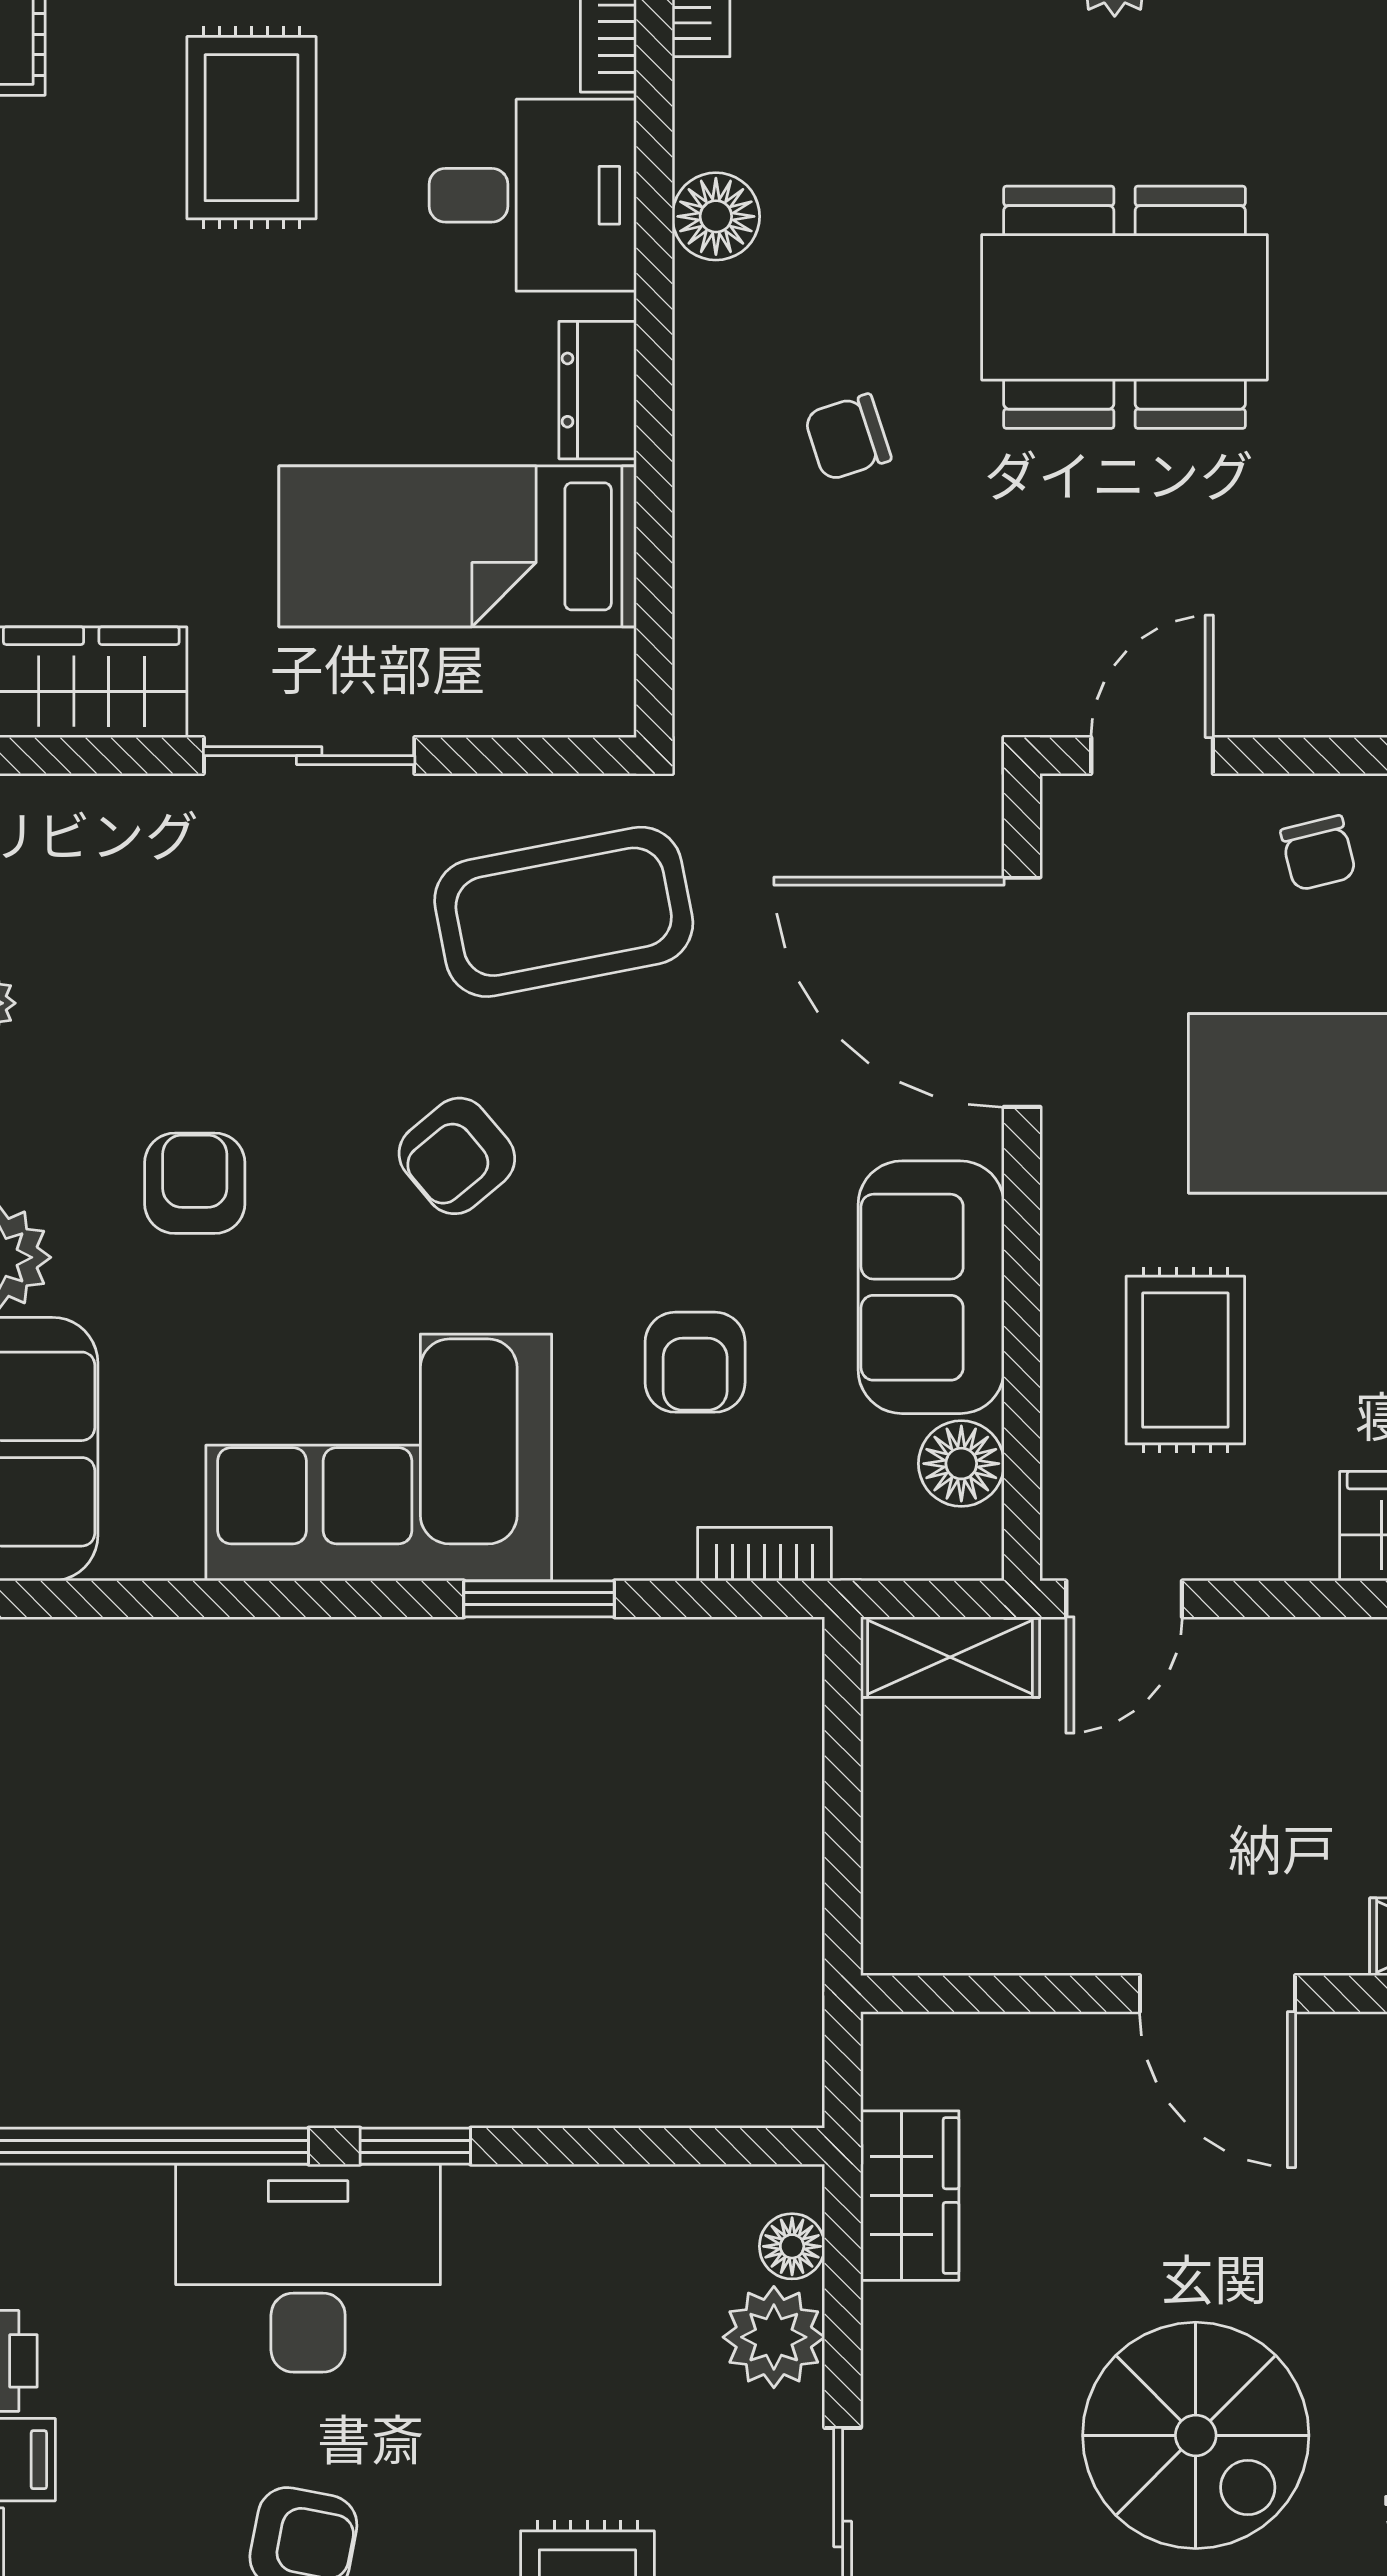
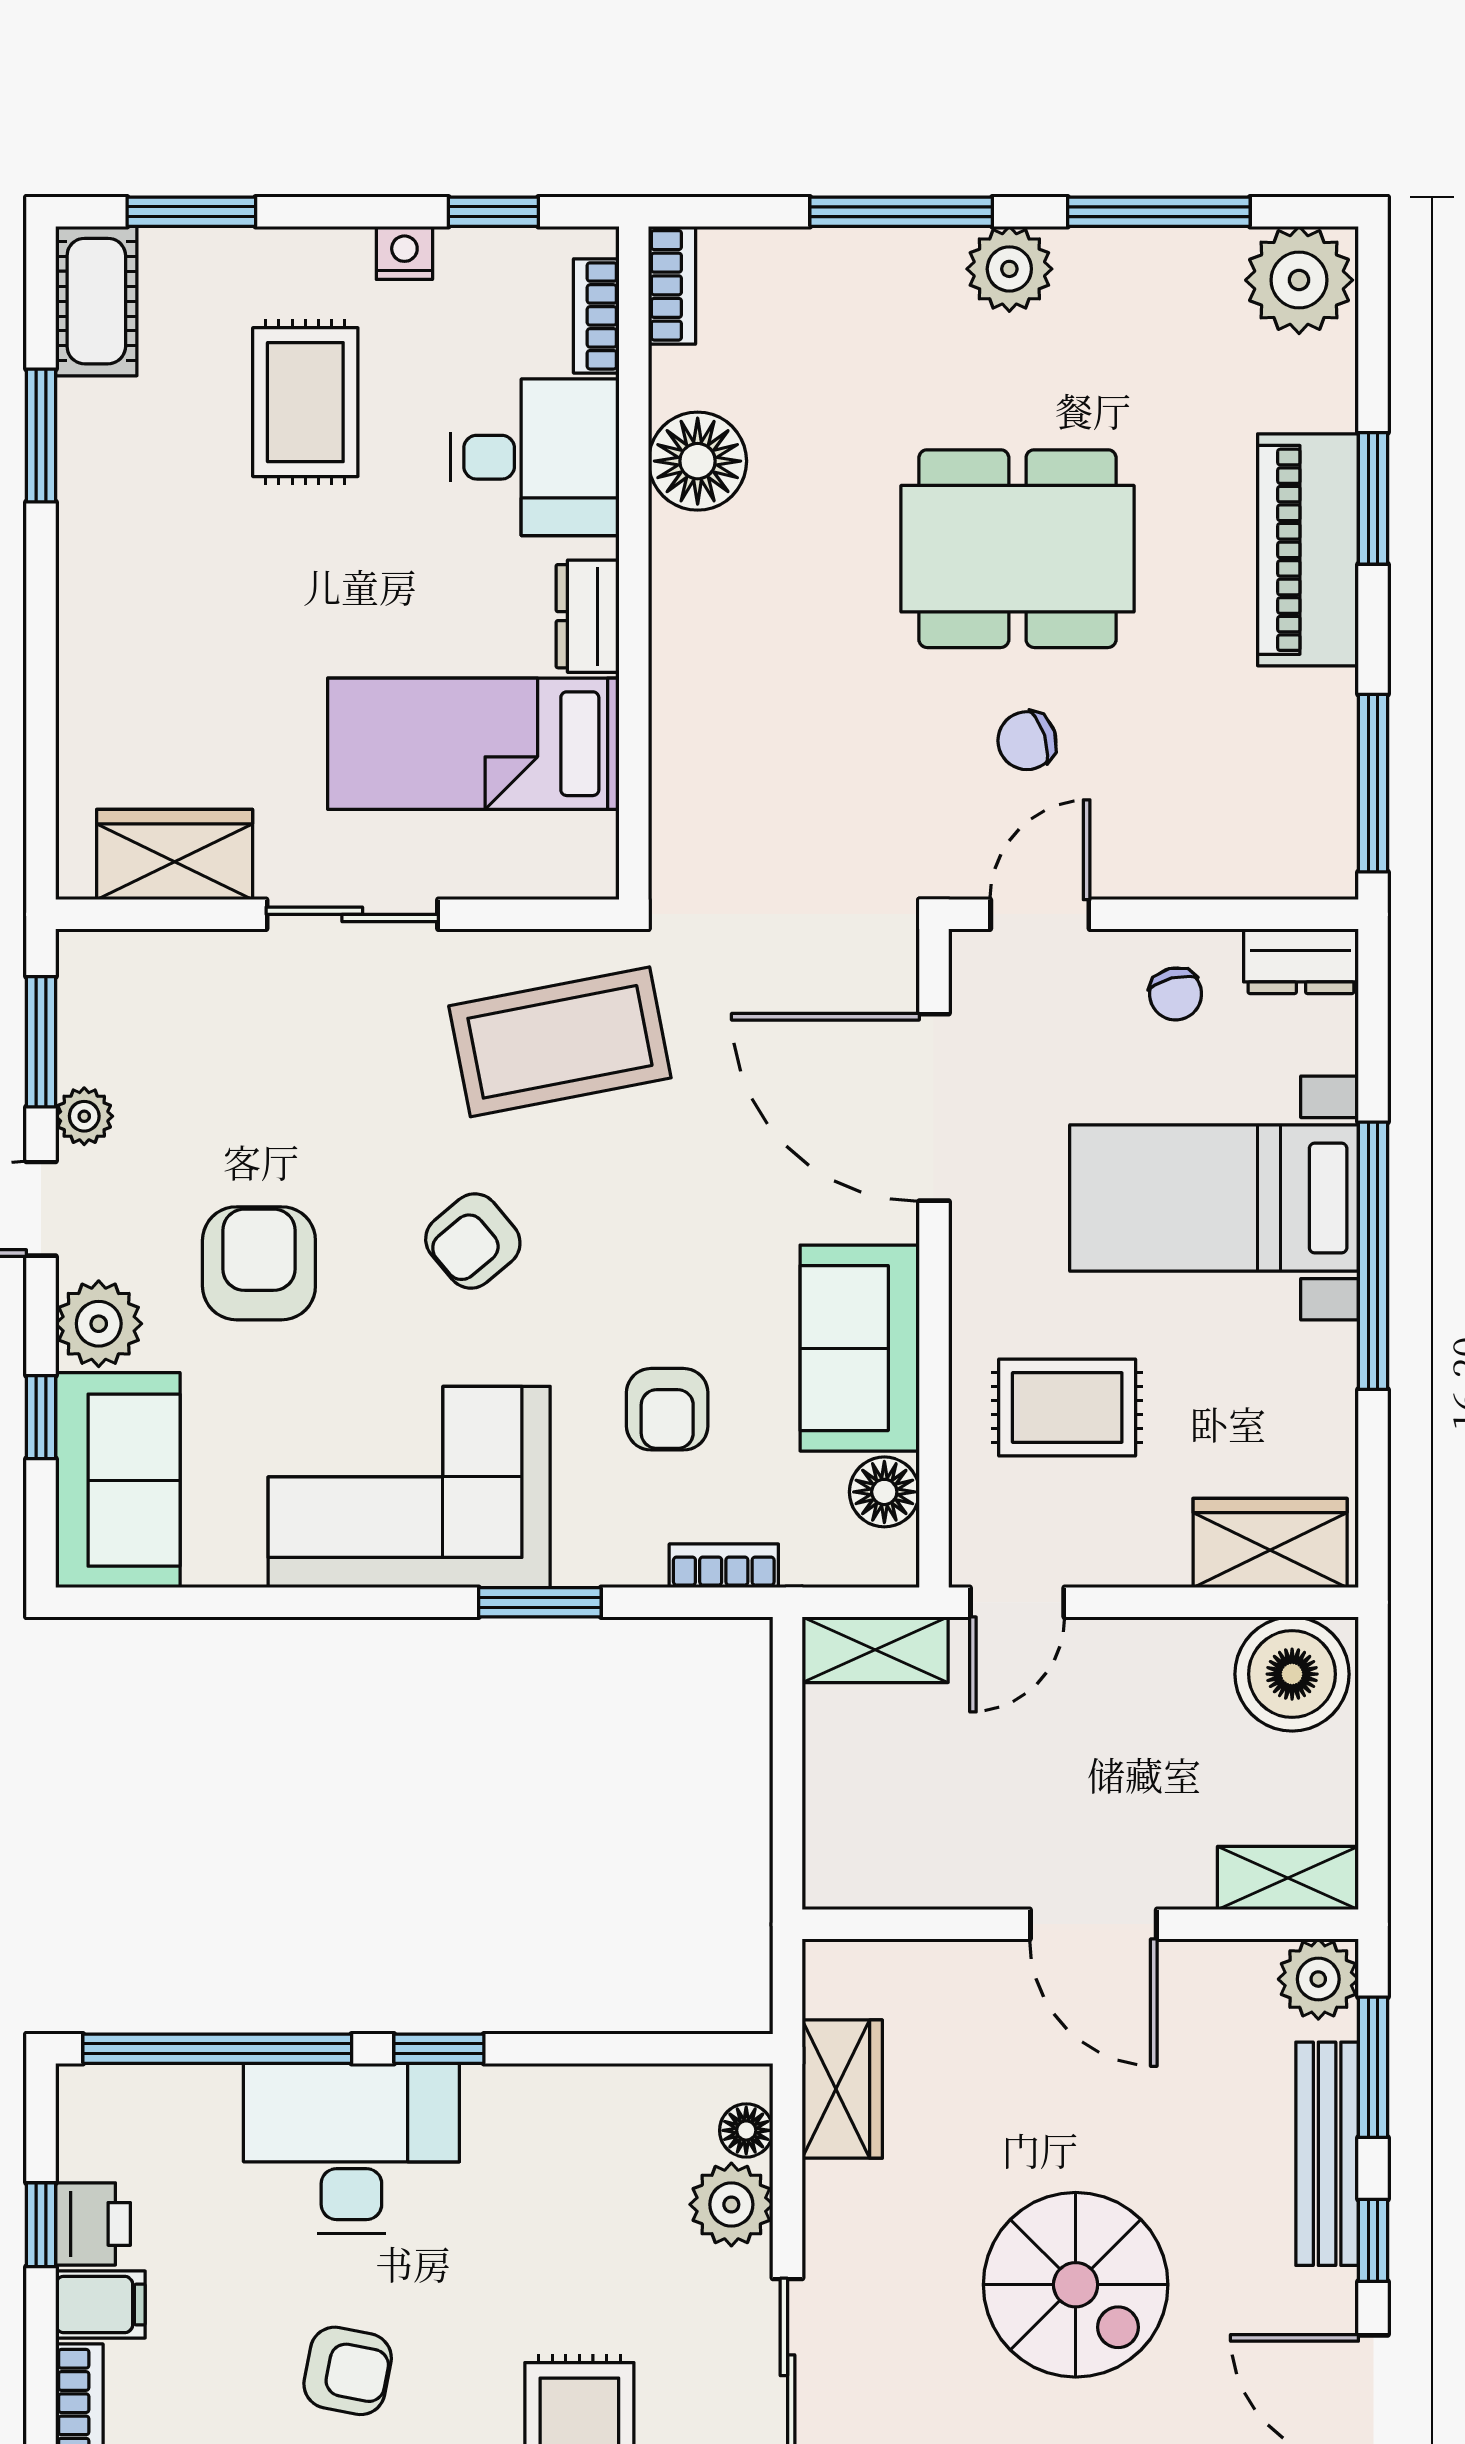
floor lamp: (716, 216) -> (698, 461), width x1.38, depth x1.38
chair: (848, 437) -> (1027, 741), moved
armchair: (195, 1183) -> (259, 1263), width x1.38, depth x1.38
rug: (1185, 1360) -> (1067, 1407), turned 90

